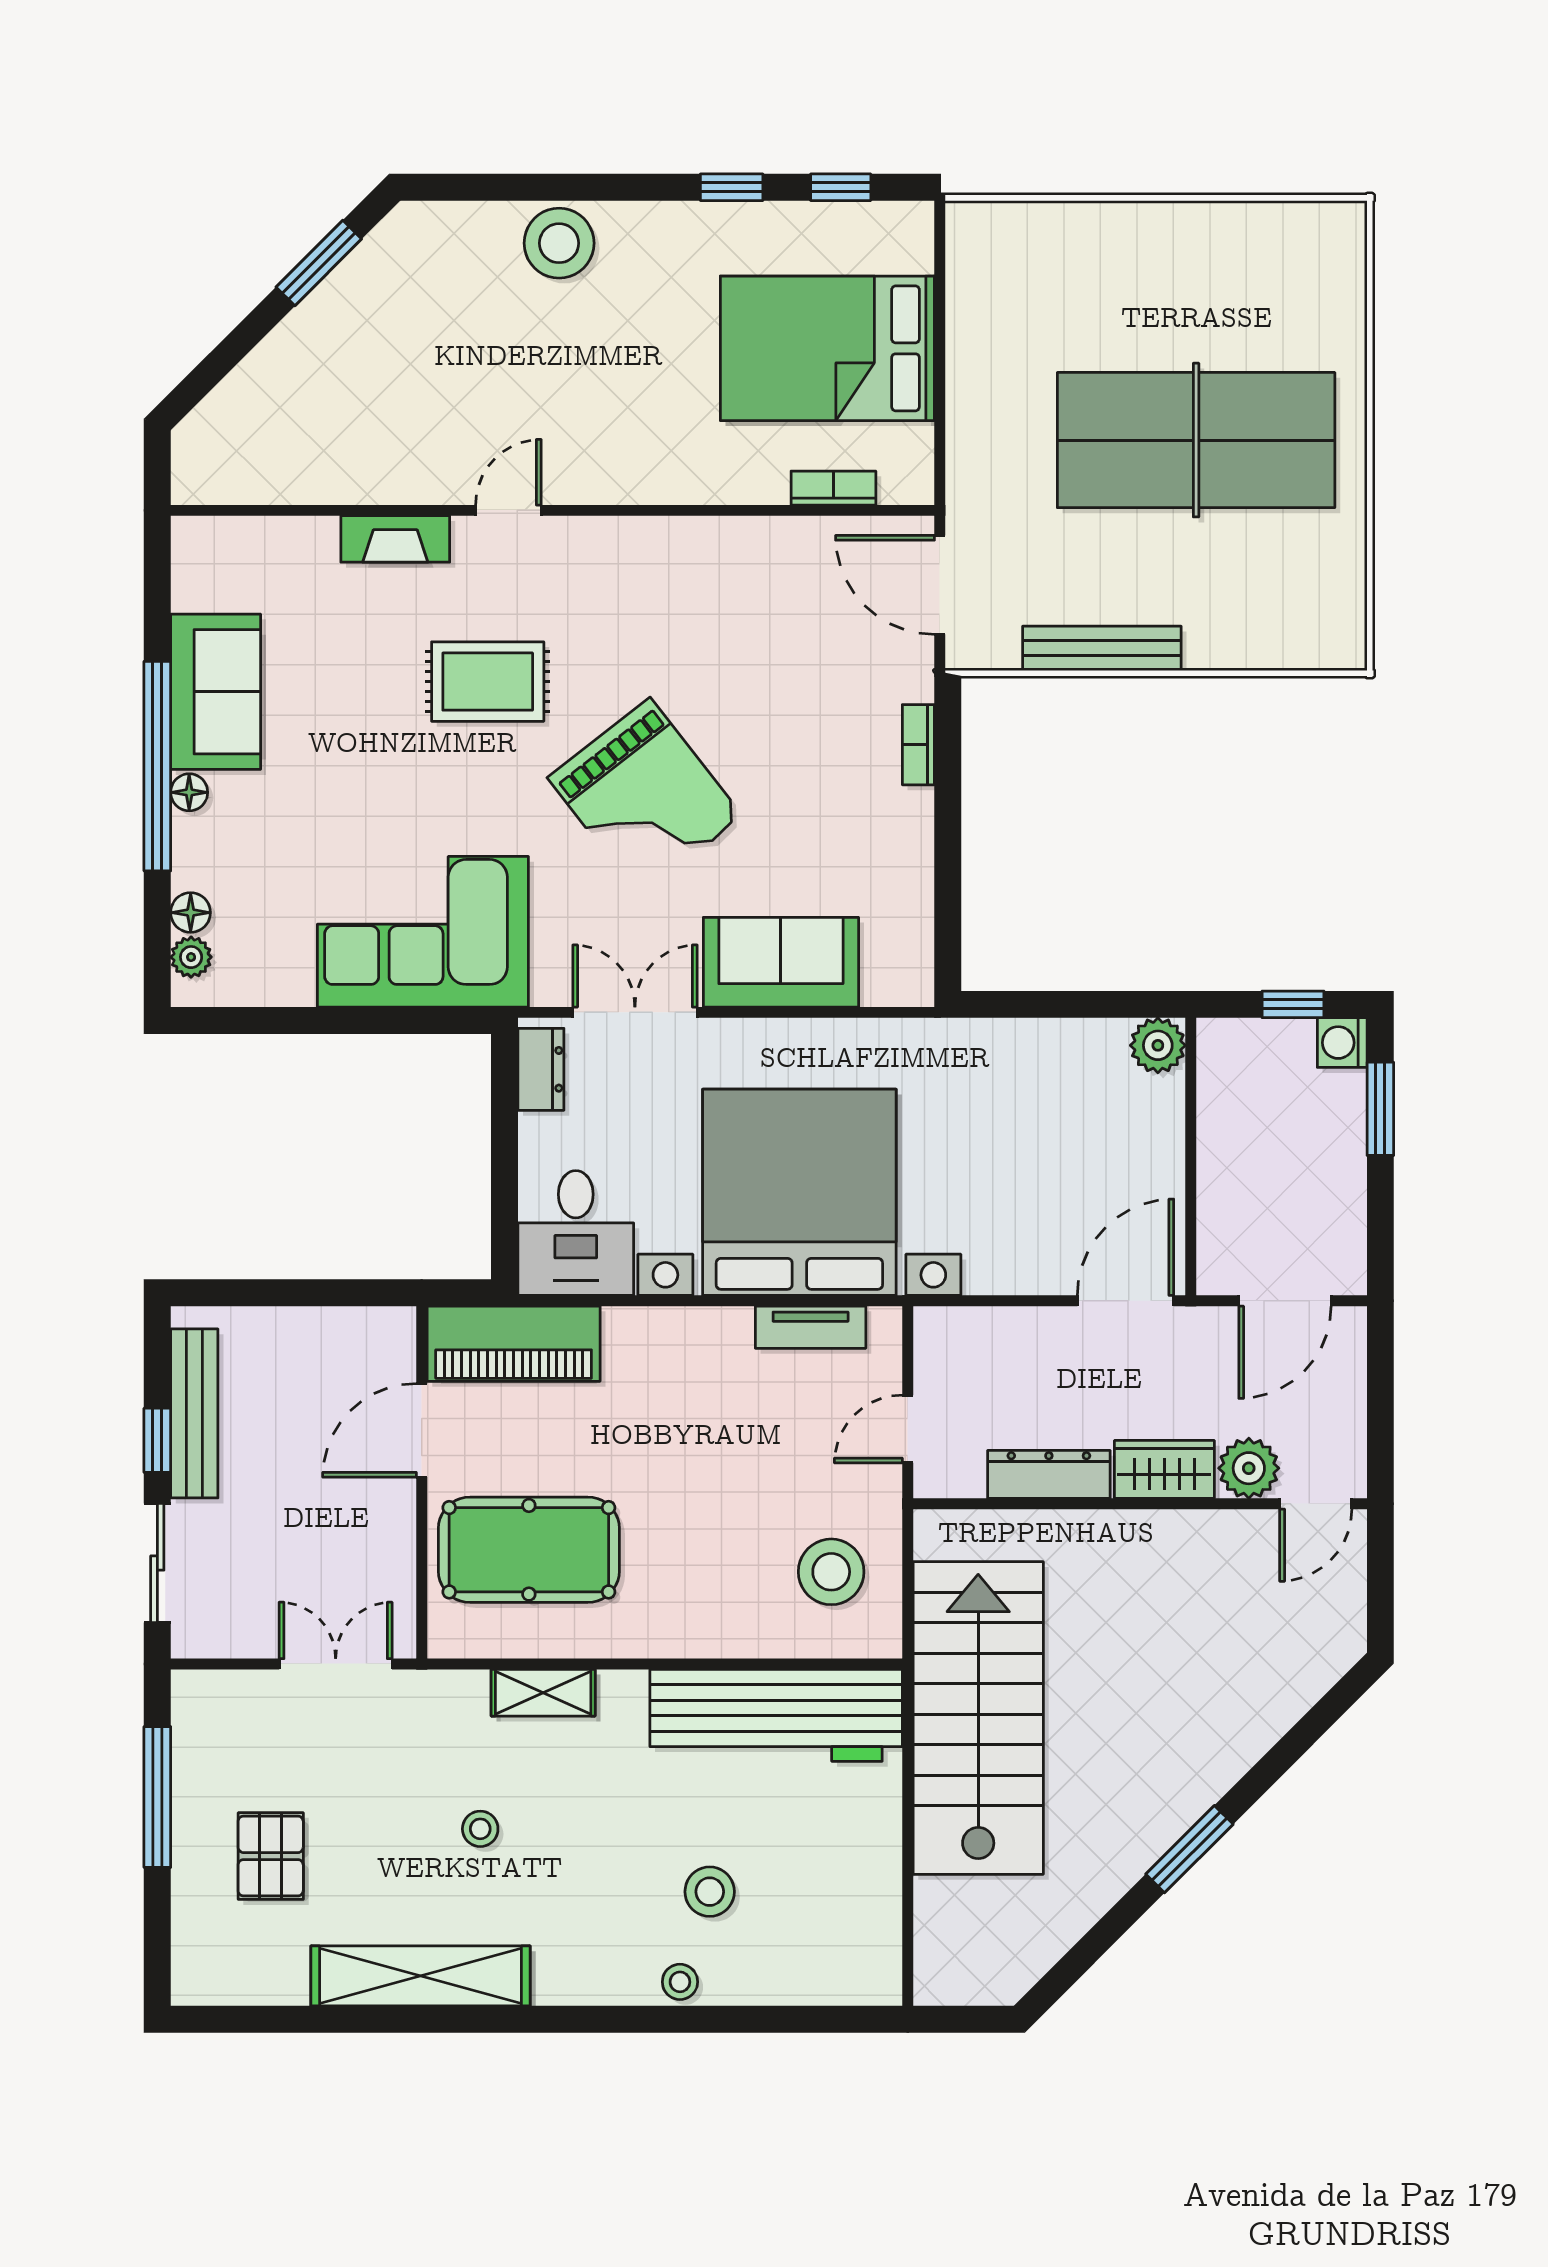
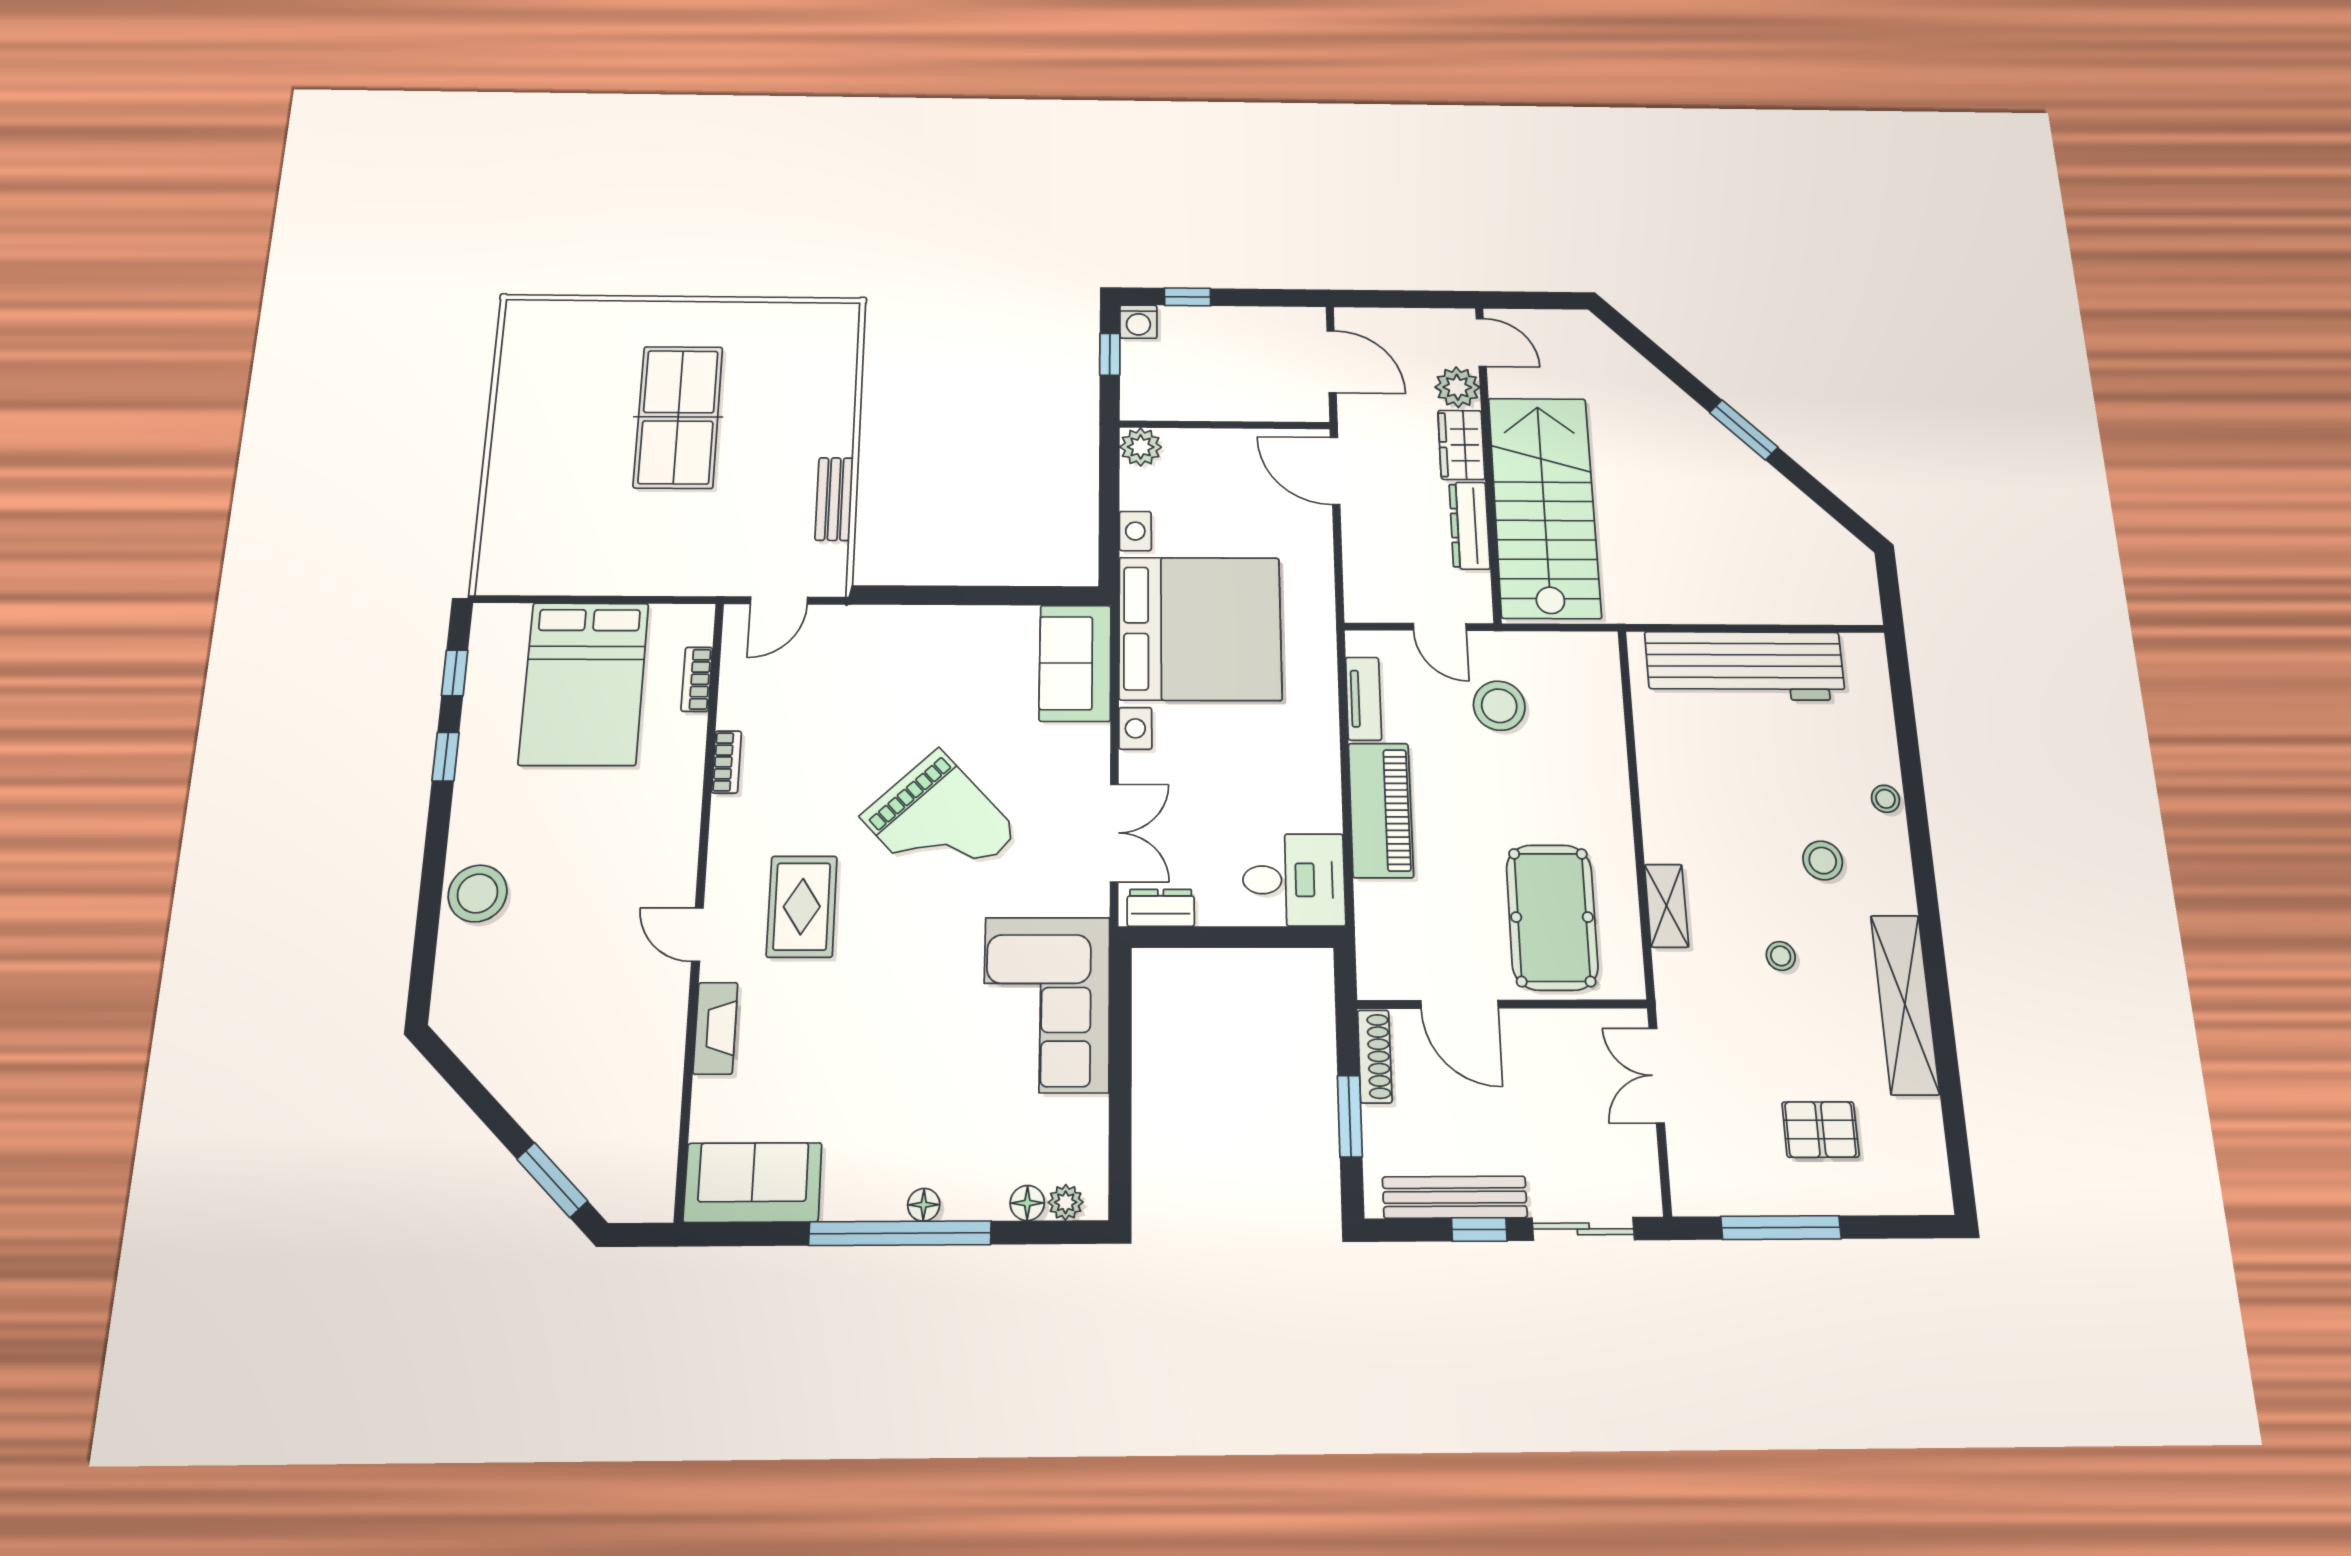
window: (319, 263) -> (552, 1180), moved
table tennis table: (1196, 440) -> (678, 417), width x0.73, depth x0.76
door: (940, 585) -> (779, 600), width x0.73
bench: (1102, 648) -> (834, 499), width x0.73
rug: (488, 682) -> (802, 907), moved
sofa: (216, 692) -> (753, 1182), moved
bookcase: (918, 745) -> (726, 762), moved, turned -90
grand piano: (645, 797) -> (939, 825), turned 85
sofa: (781, 962) -> (1075, 663), moved
double door: (635, 1012) -> (1114, 833), swing flipped
window: (1380, 1109) -> (1188, 297), width x0.67
bed with nightstands: (799, 1192) -> (1200, 628), moved, turned 180
window: (289, 1293) -> (1350, 1116), added
shoe rack: (359, 1325) -> (1375, 1056), added
piano: (514, 1344) -> (1381, 810), moved
stool: (831, 1572) -> (1499, 706), moved
workbench: (776, 1715) -> (1745, 666), moved, turned 90
stairs: (978, 1718) -> (1544, 507), moved, turned 90
stool: (710, 1892) -> (1823, 861), moved

